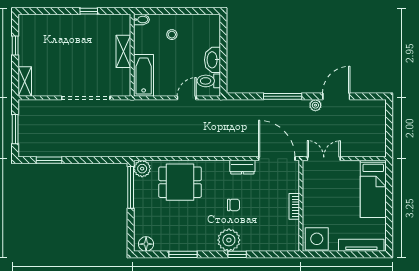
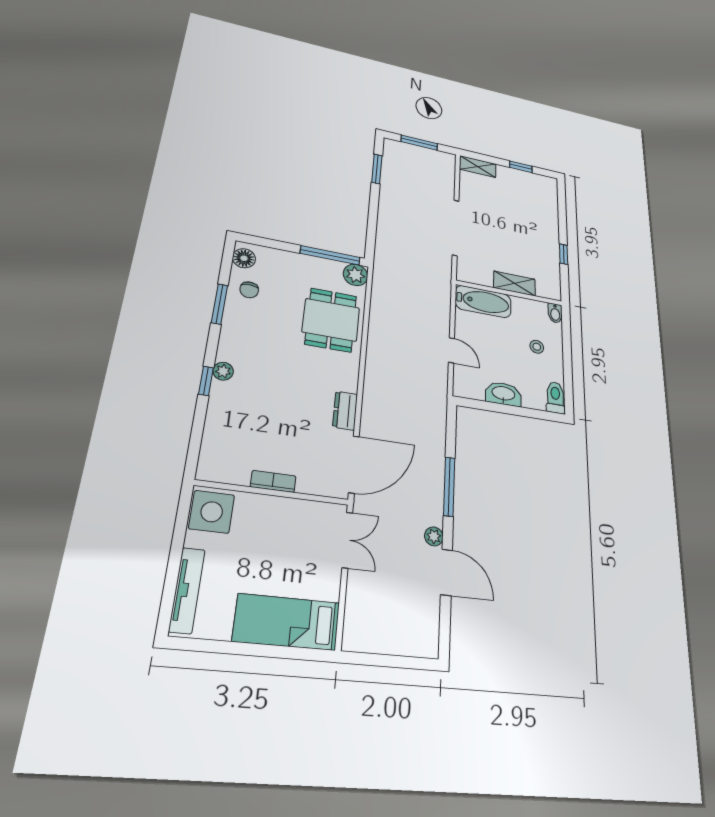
toilet: (209, 81) -> (555, 398), moved
chair: (233, 205) -> (249, 290), moved
plant: (229, 240) -> (223, 371), width x0.53, depth x0.53

